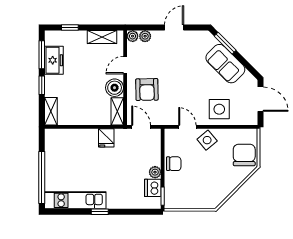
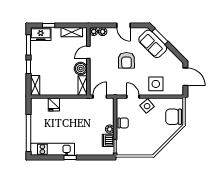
door: (174, 28) -> (123, 25), swing flipped
freezer: (54, 60) -> (41, 34), moved, turned 90
sofa: (225, 64) -> (153, 44), moved
armchair: (147, 90) -> (126, 60), moved
door: (141, 127) -> (100, 97), hinge flipped
fridge: (106, 138) -> (54, 104), moved
chair: (244, 155) -> (174, 117), turned -90

